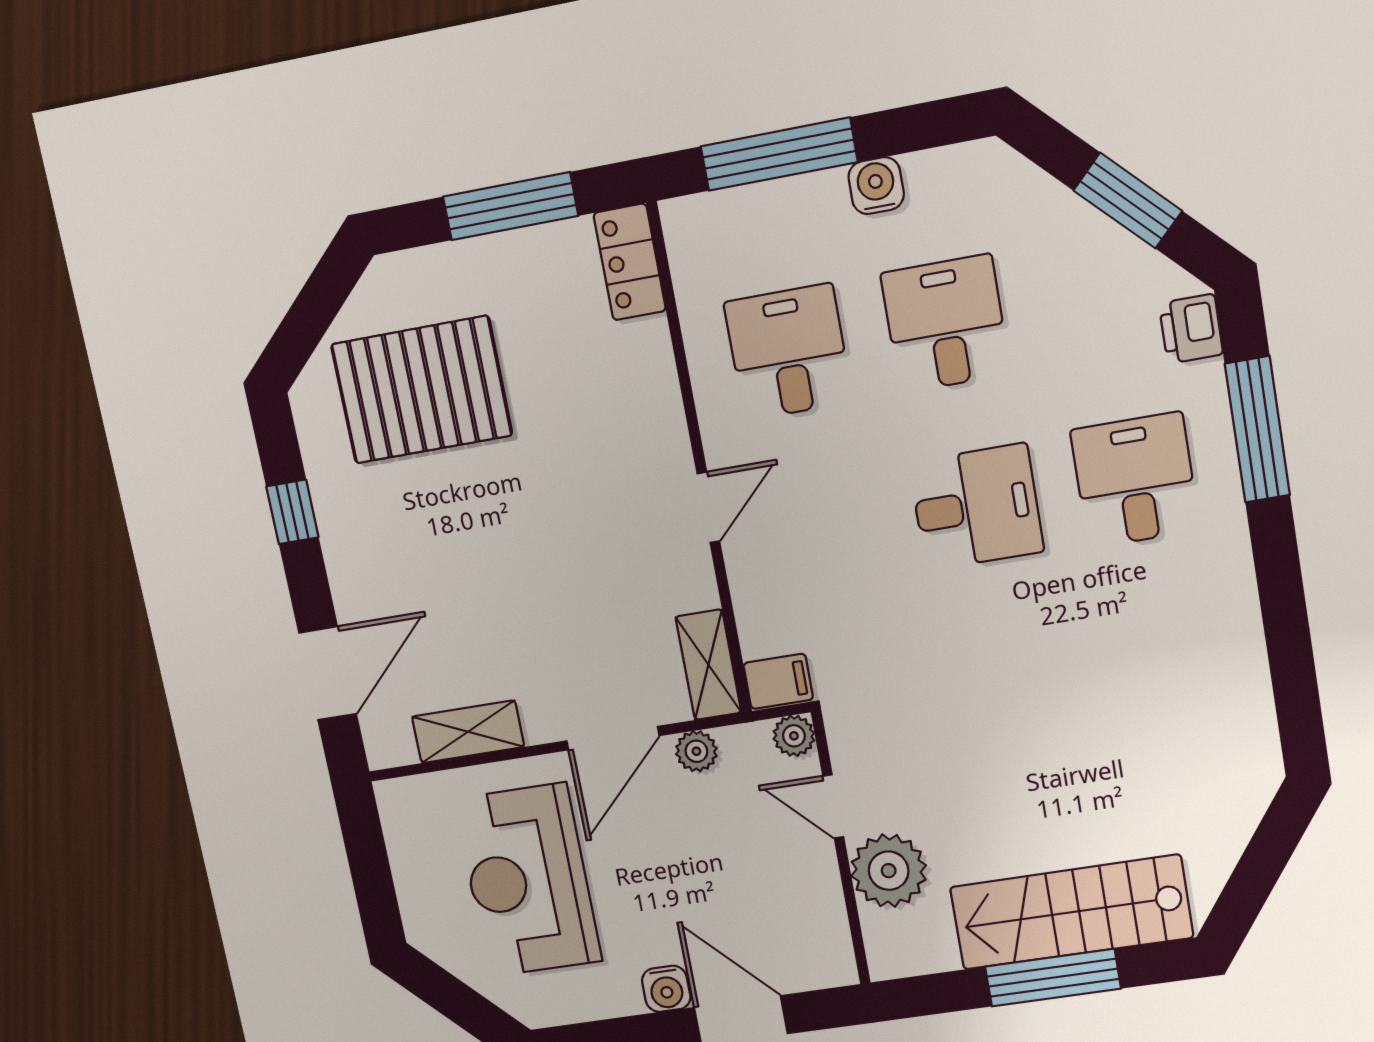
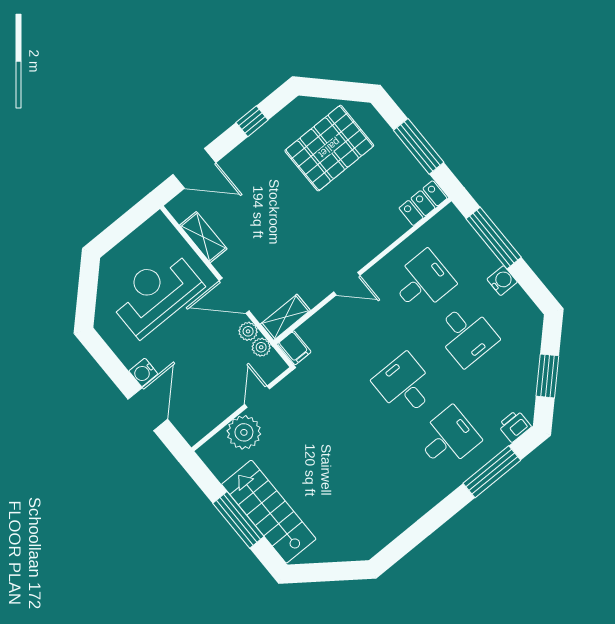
desk: (946, 324) -> (466, 335), turned 90
pallet: (422, 390) -> (329, 148), turned 90
desk: (976, 507) -> (405, 385), turned 180
plant: (794, 736) -> (261, 347), moved

